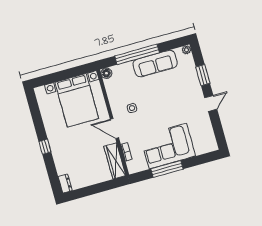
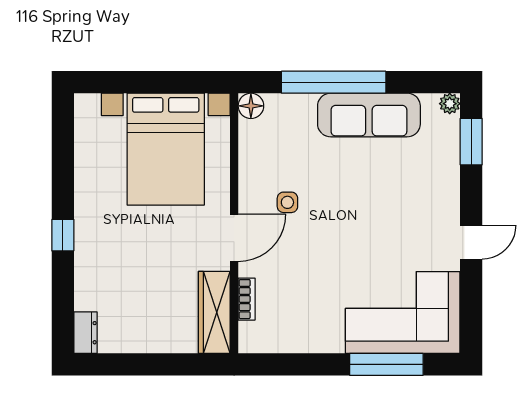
window: (203, 75) -> (471, 142), moved
door: (114, 128) -> (234, 238), swing flipped
corner sofa: (168, 146) -> (403, 313), moved
window: (167, 169) -> (386, 364), moved

